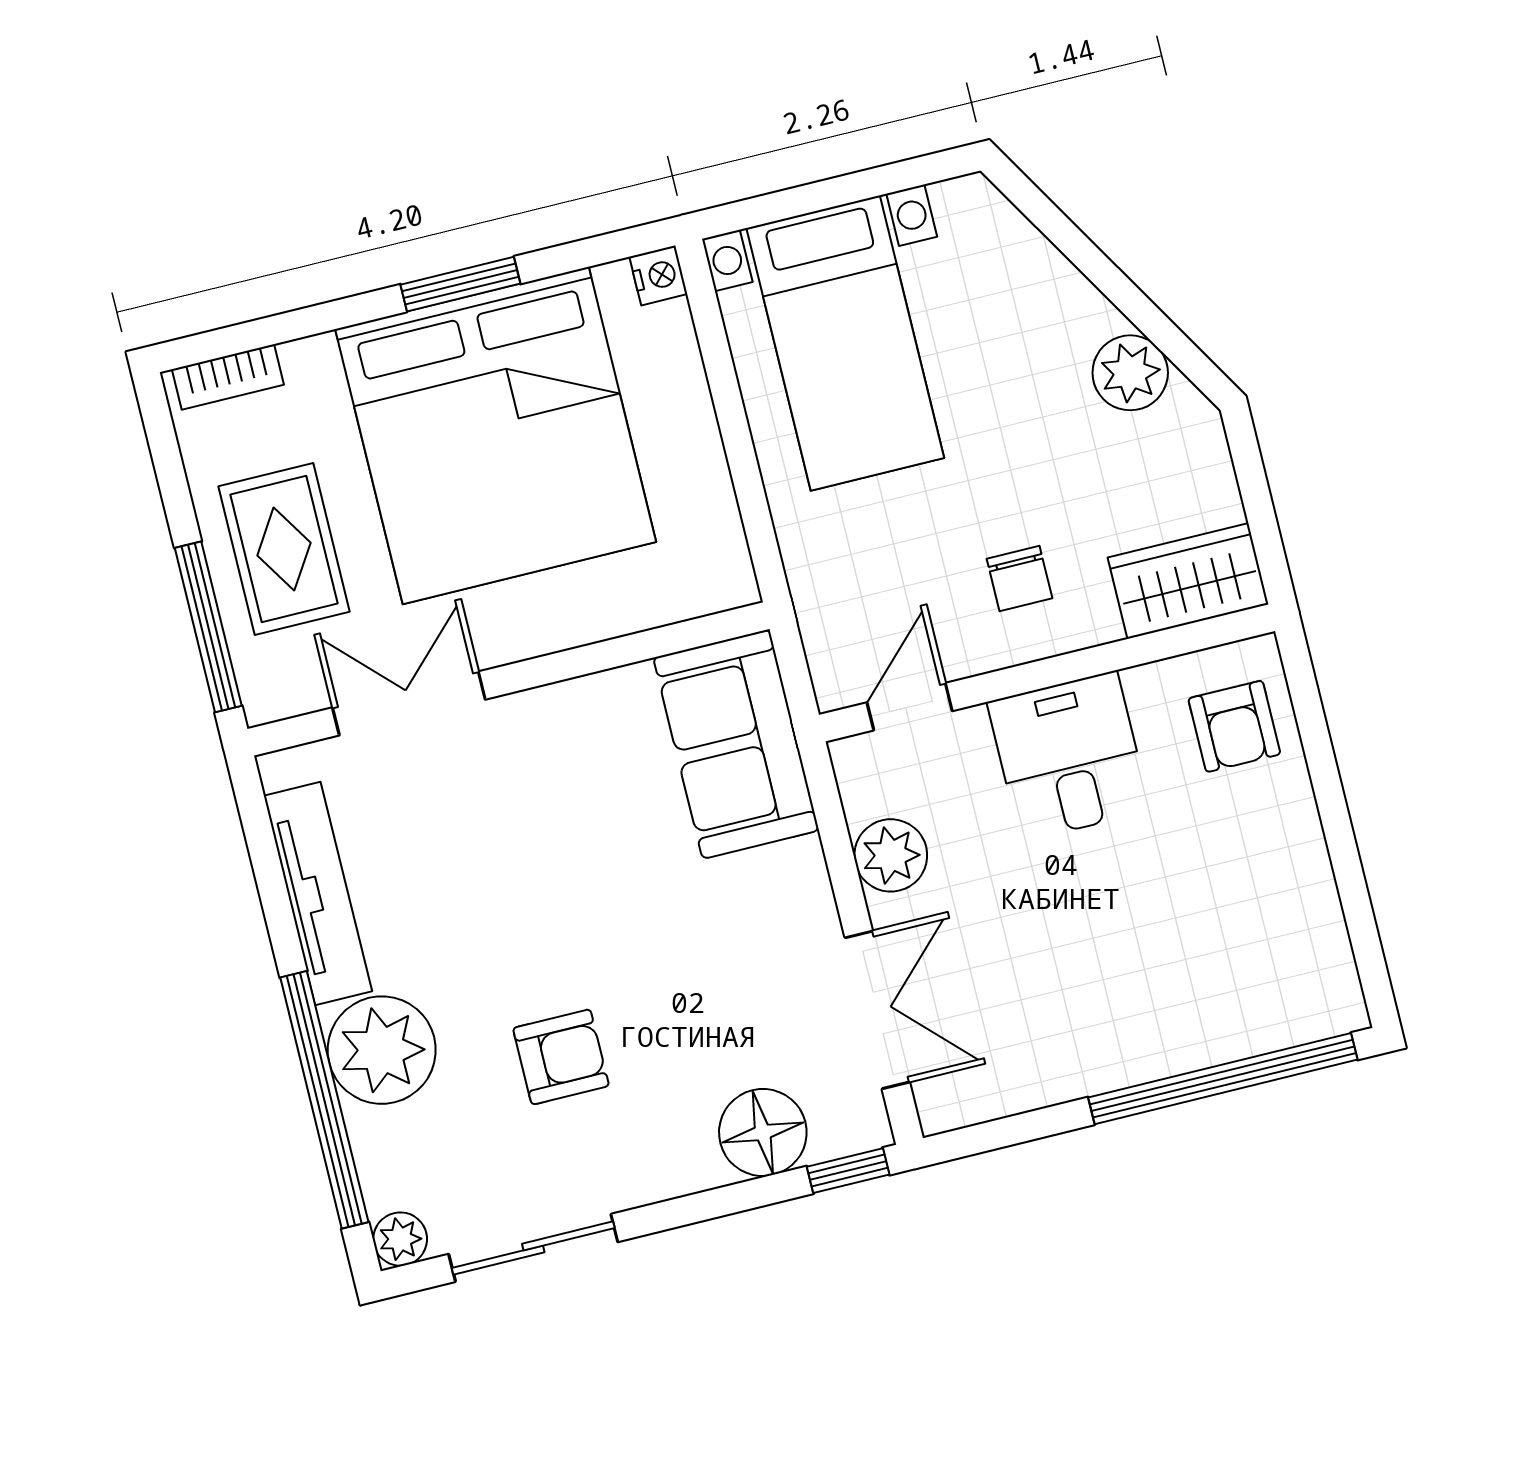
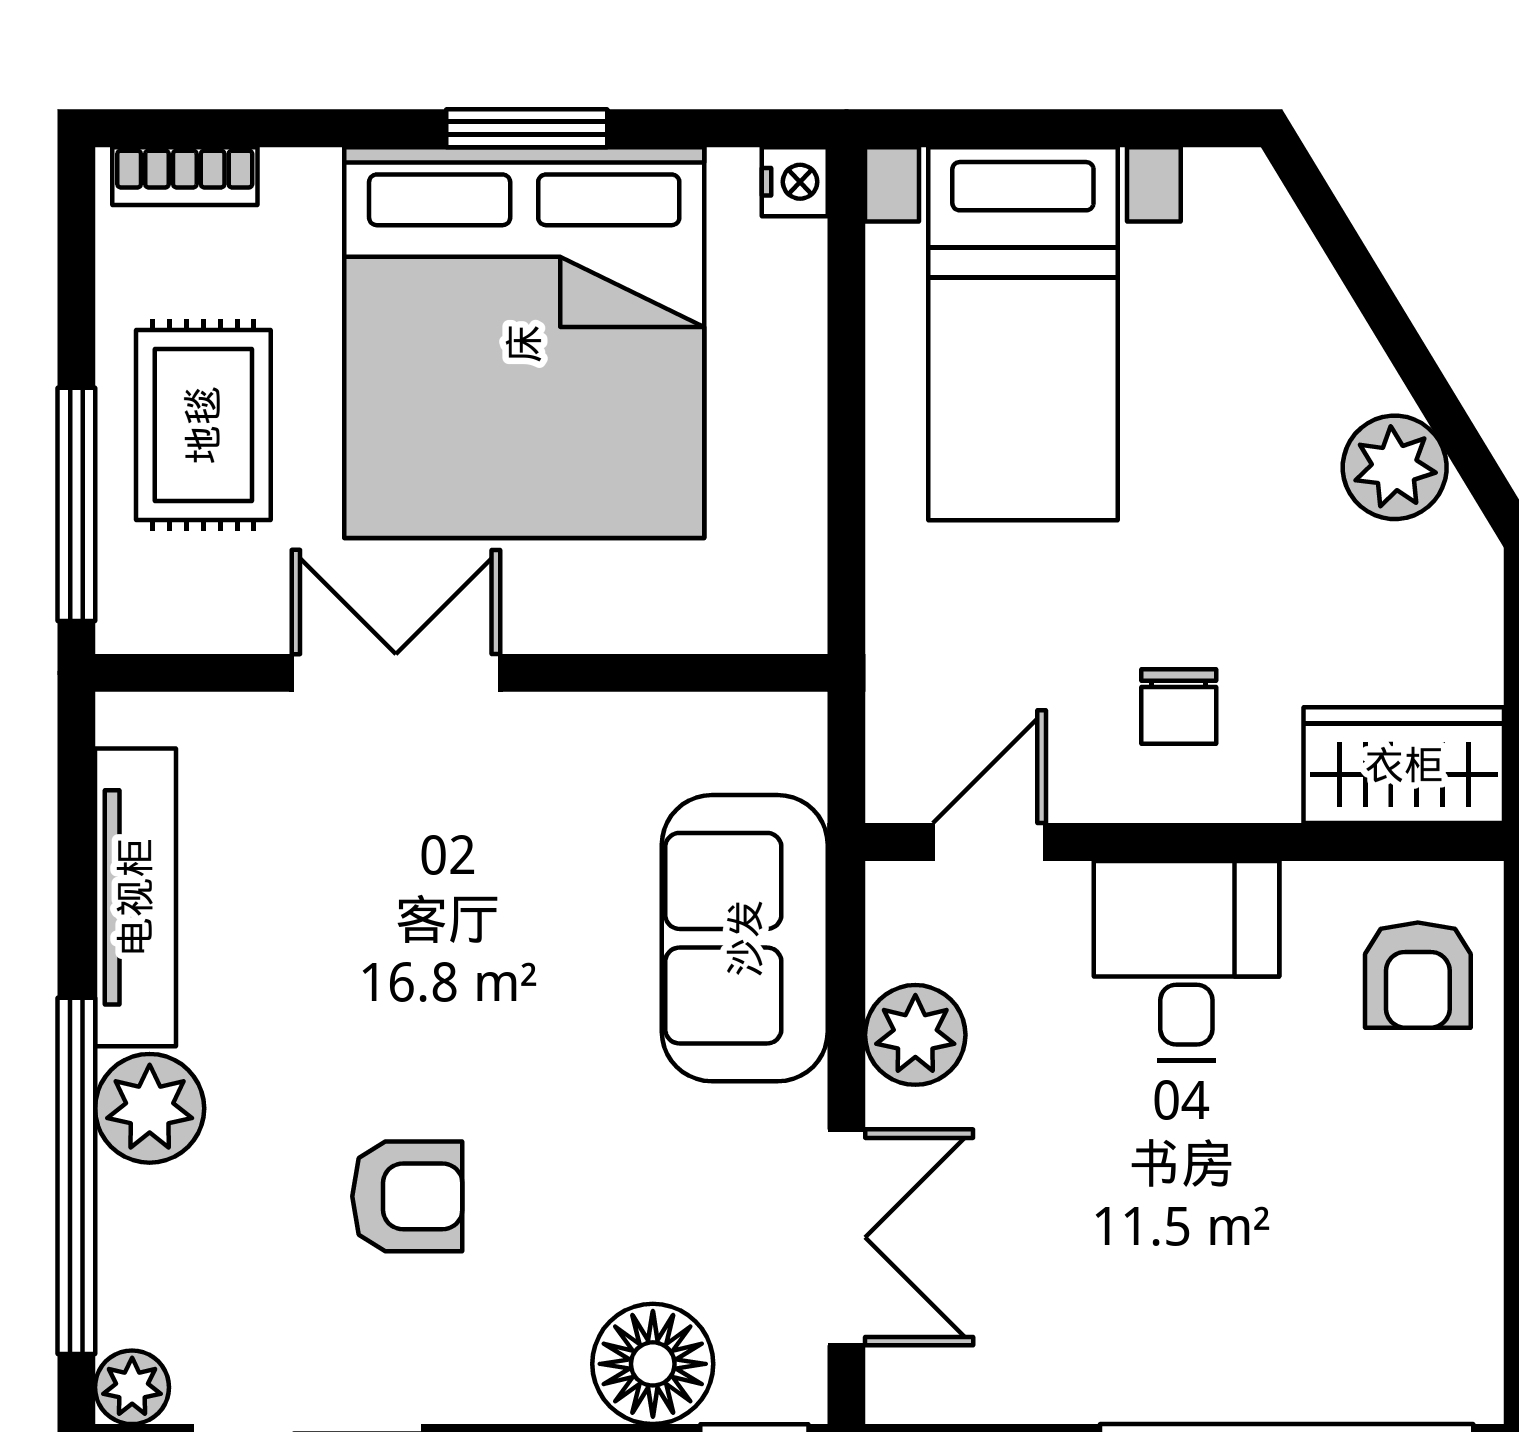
double door: (409, 703) -> (396, 673), moved
sofa: (736, 744) -> (745, 938), moved
plant: (382, 1050) -> (150, 1108), width x0.73, depth x0.73

